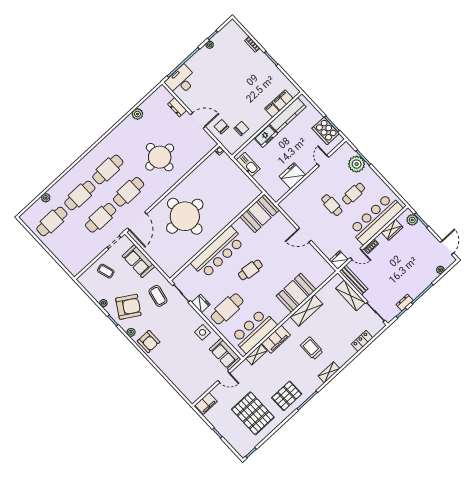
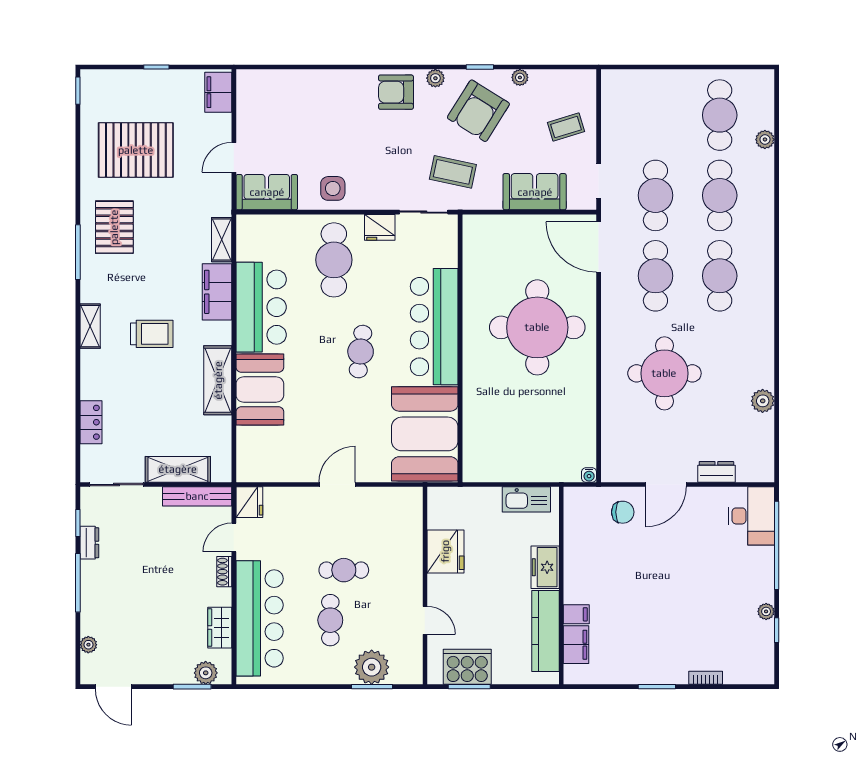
chair: (241, 129) -> (591, 540), removed
booth: (259, 213) -> (425, 434), width x1.36, depth x1.42
bar counter: (254, 331) -> (261, 307), moved

